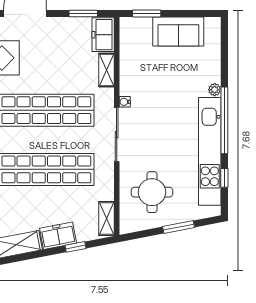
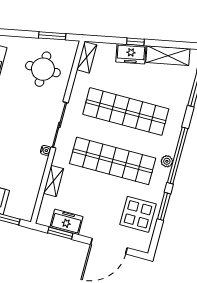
freezer: (103, 35) -> (67, 222), moved, turned -90
window: (179, 227) -> (52, 36), moved
window: (75, 247) -> (135, 42), moved

